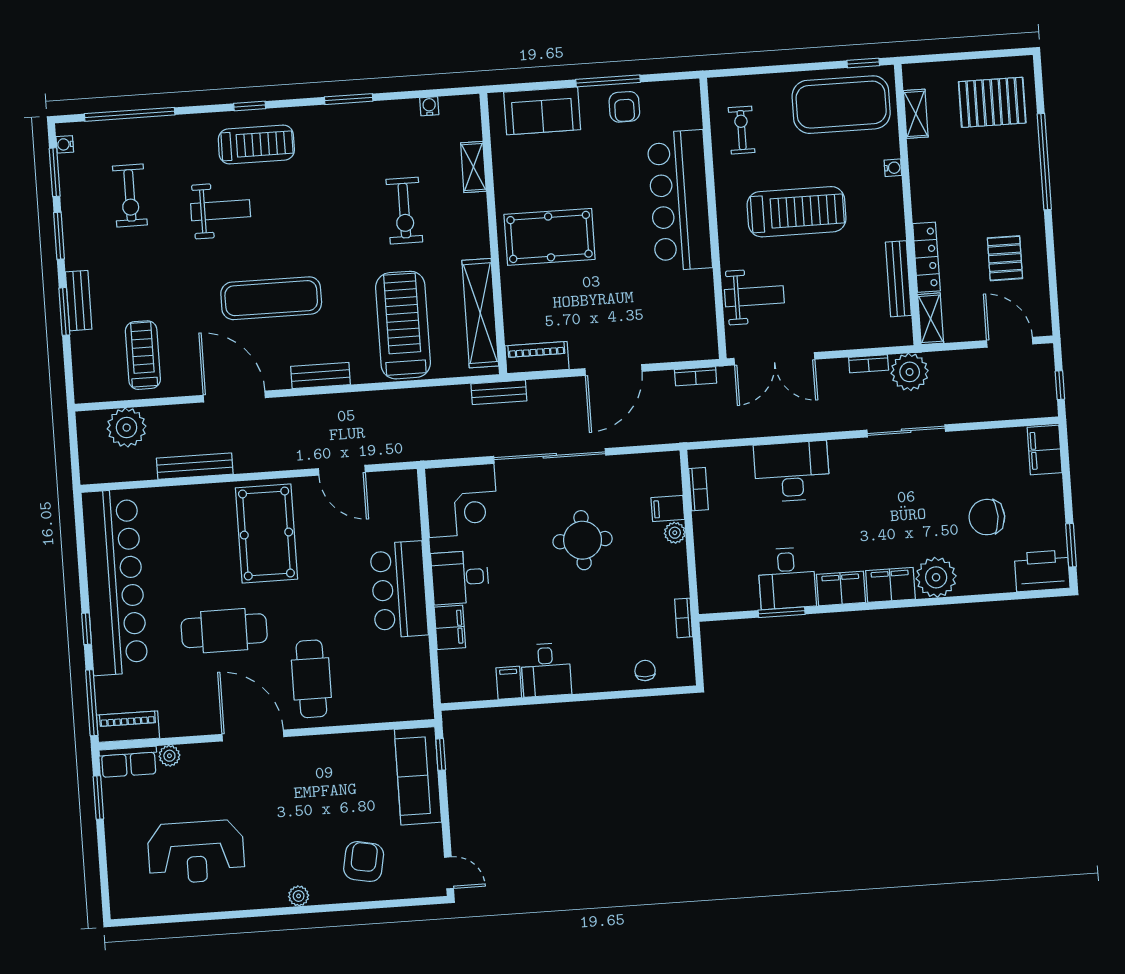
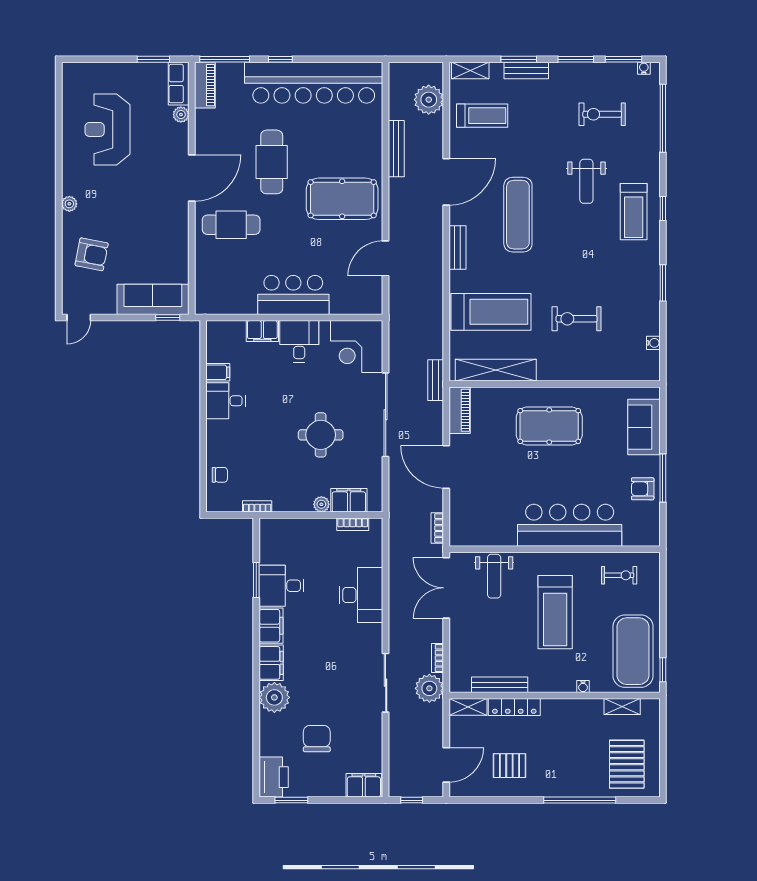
shelving: (473, 167) -> (470, 70), moved
pool table: (550, 237) -> (549, 426), turned 90
filing cabinet: (668, 509) -> (349, 500), width x2.00

